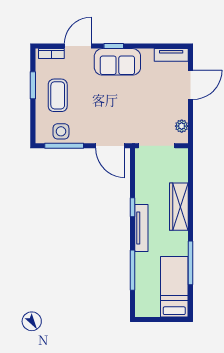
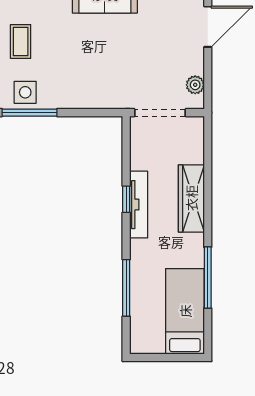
coffee table: (58, 95) -> (21, 41), width x0.73, depth x0.77
door: (110, 146) -> (95, 113), removed
tv unit: (141, 228) -> (139, 205), moved

